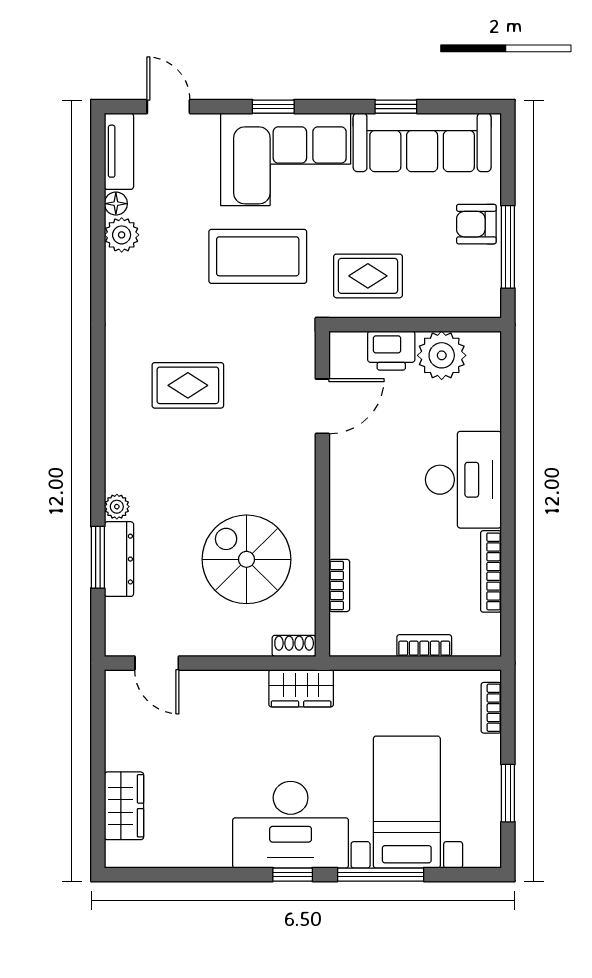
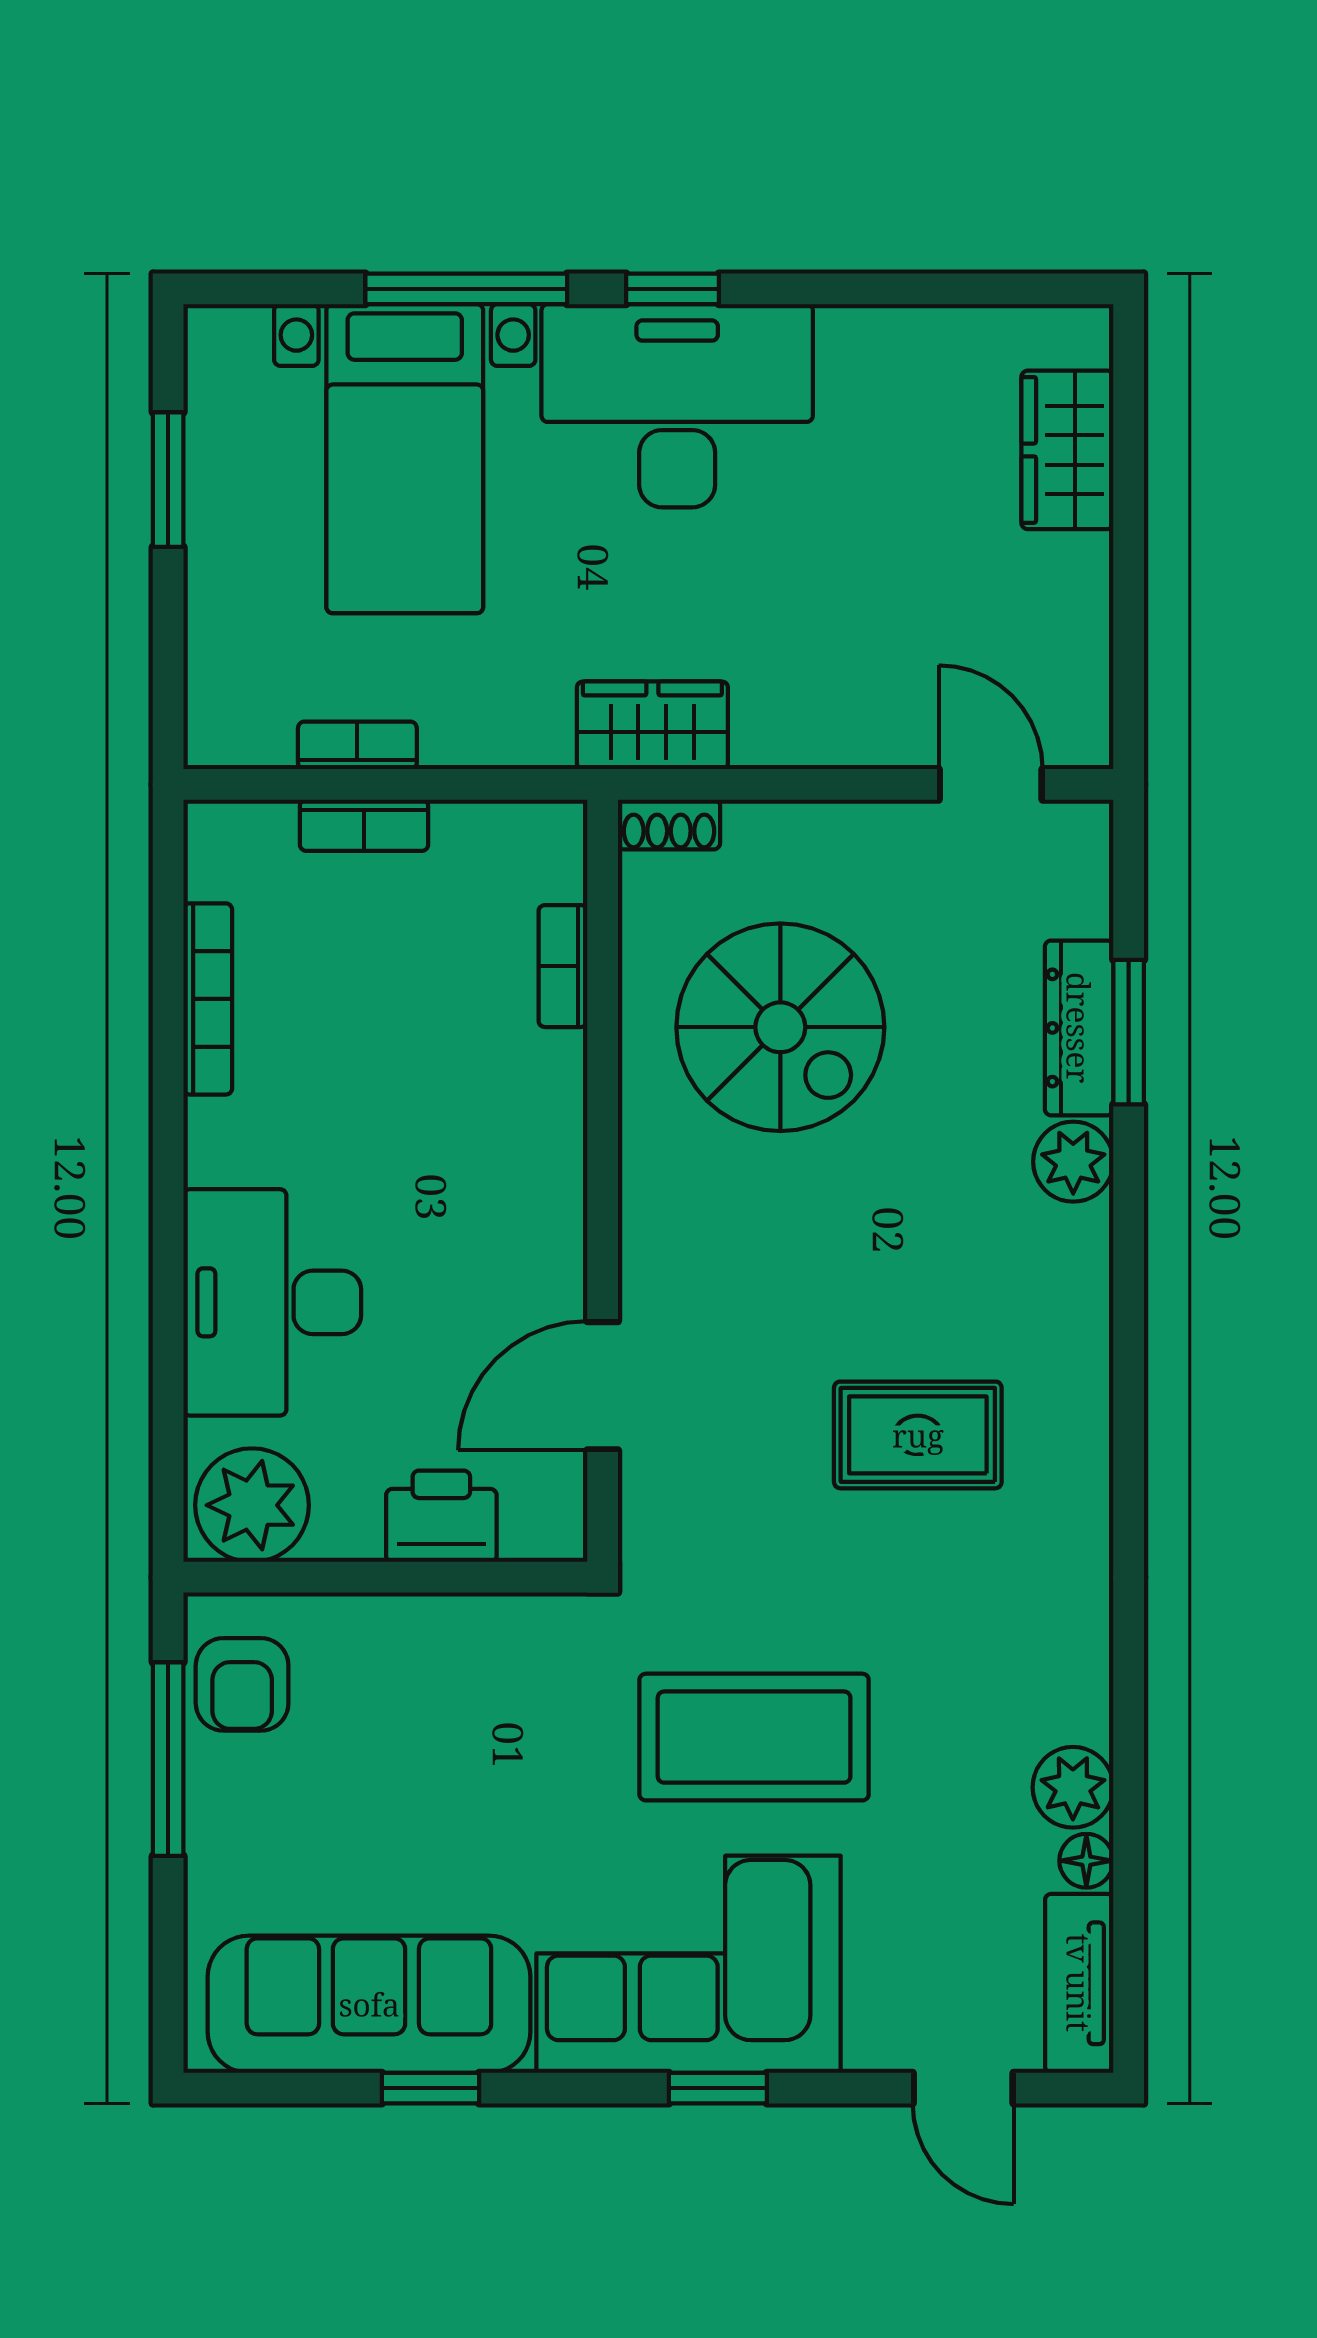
armchair: (476, 224) -> (242, 1684), moved, turned 90
rug: (368, 276) -> (496, 1691), removed
plant: (442, 355) -> (252, 1505), moved
desk: (463, 480) -> (272, 1302), moved
plant: (117, 507) -> (1073, 1162), width x1.38, depth x1.38
bookcase: (491, 708) -> (357, 745), moved, turned -90

